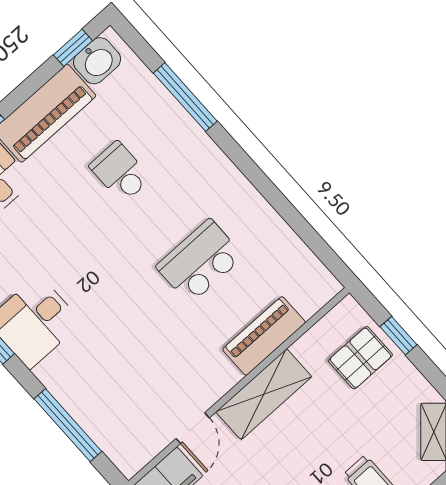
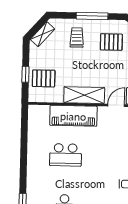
piano: (264, 336) -> (73, 116), width x1.37, depth x1.33

